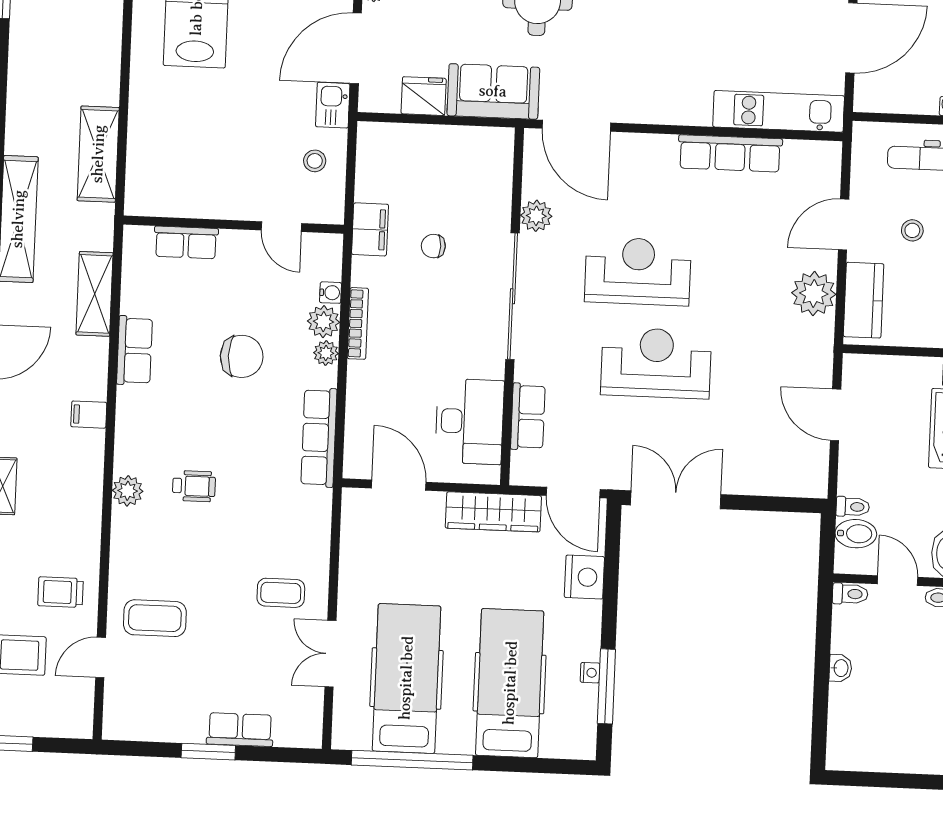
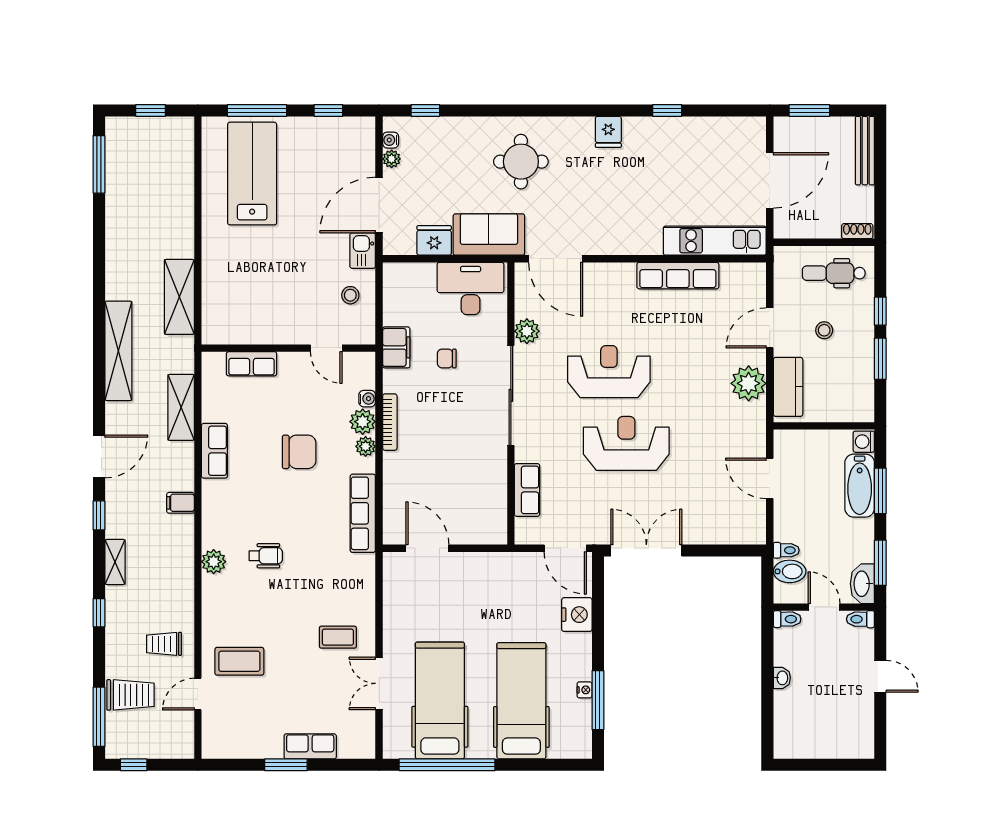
desk: (470, 421) -> (471, 288), moved, turned -90
wardrobe: (493, 512) -> (503, 566), removed

